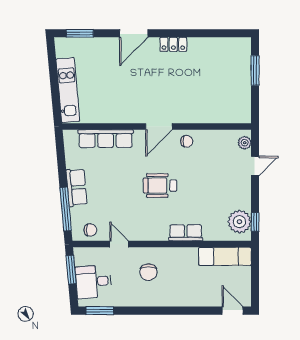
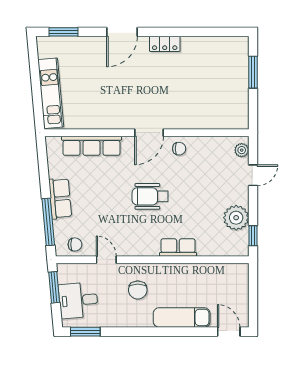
plant: (239, 222) -> (236, 218), moved
exam couch: (225, 256) -> (182, 317), moved, turned 180

